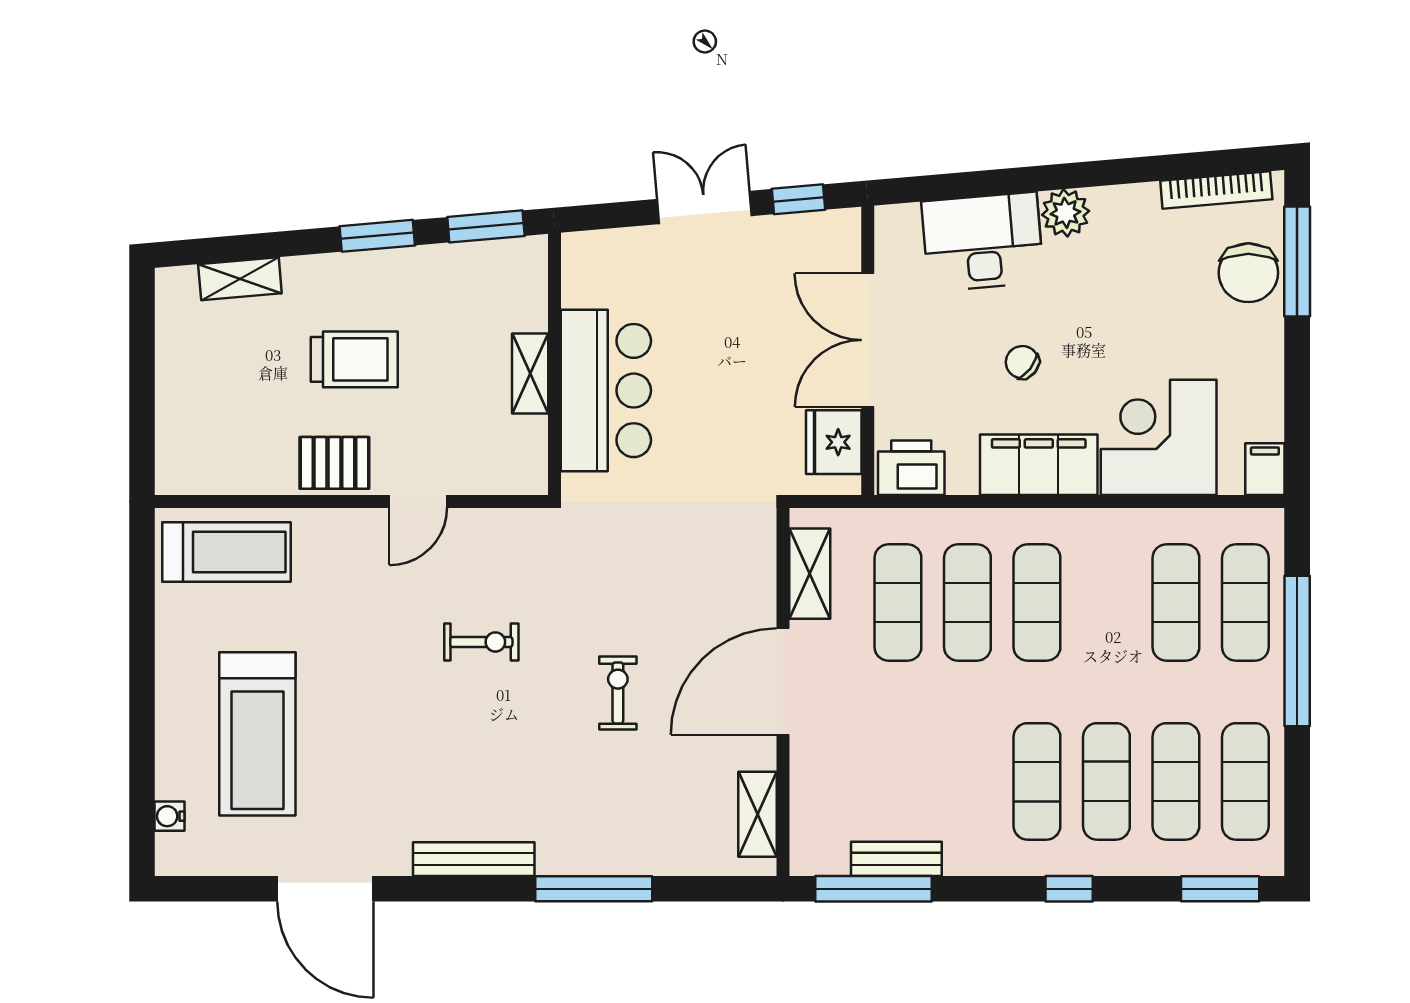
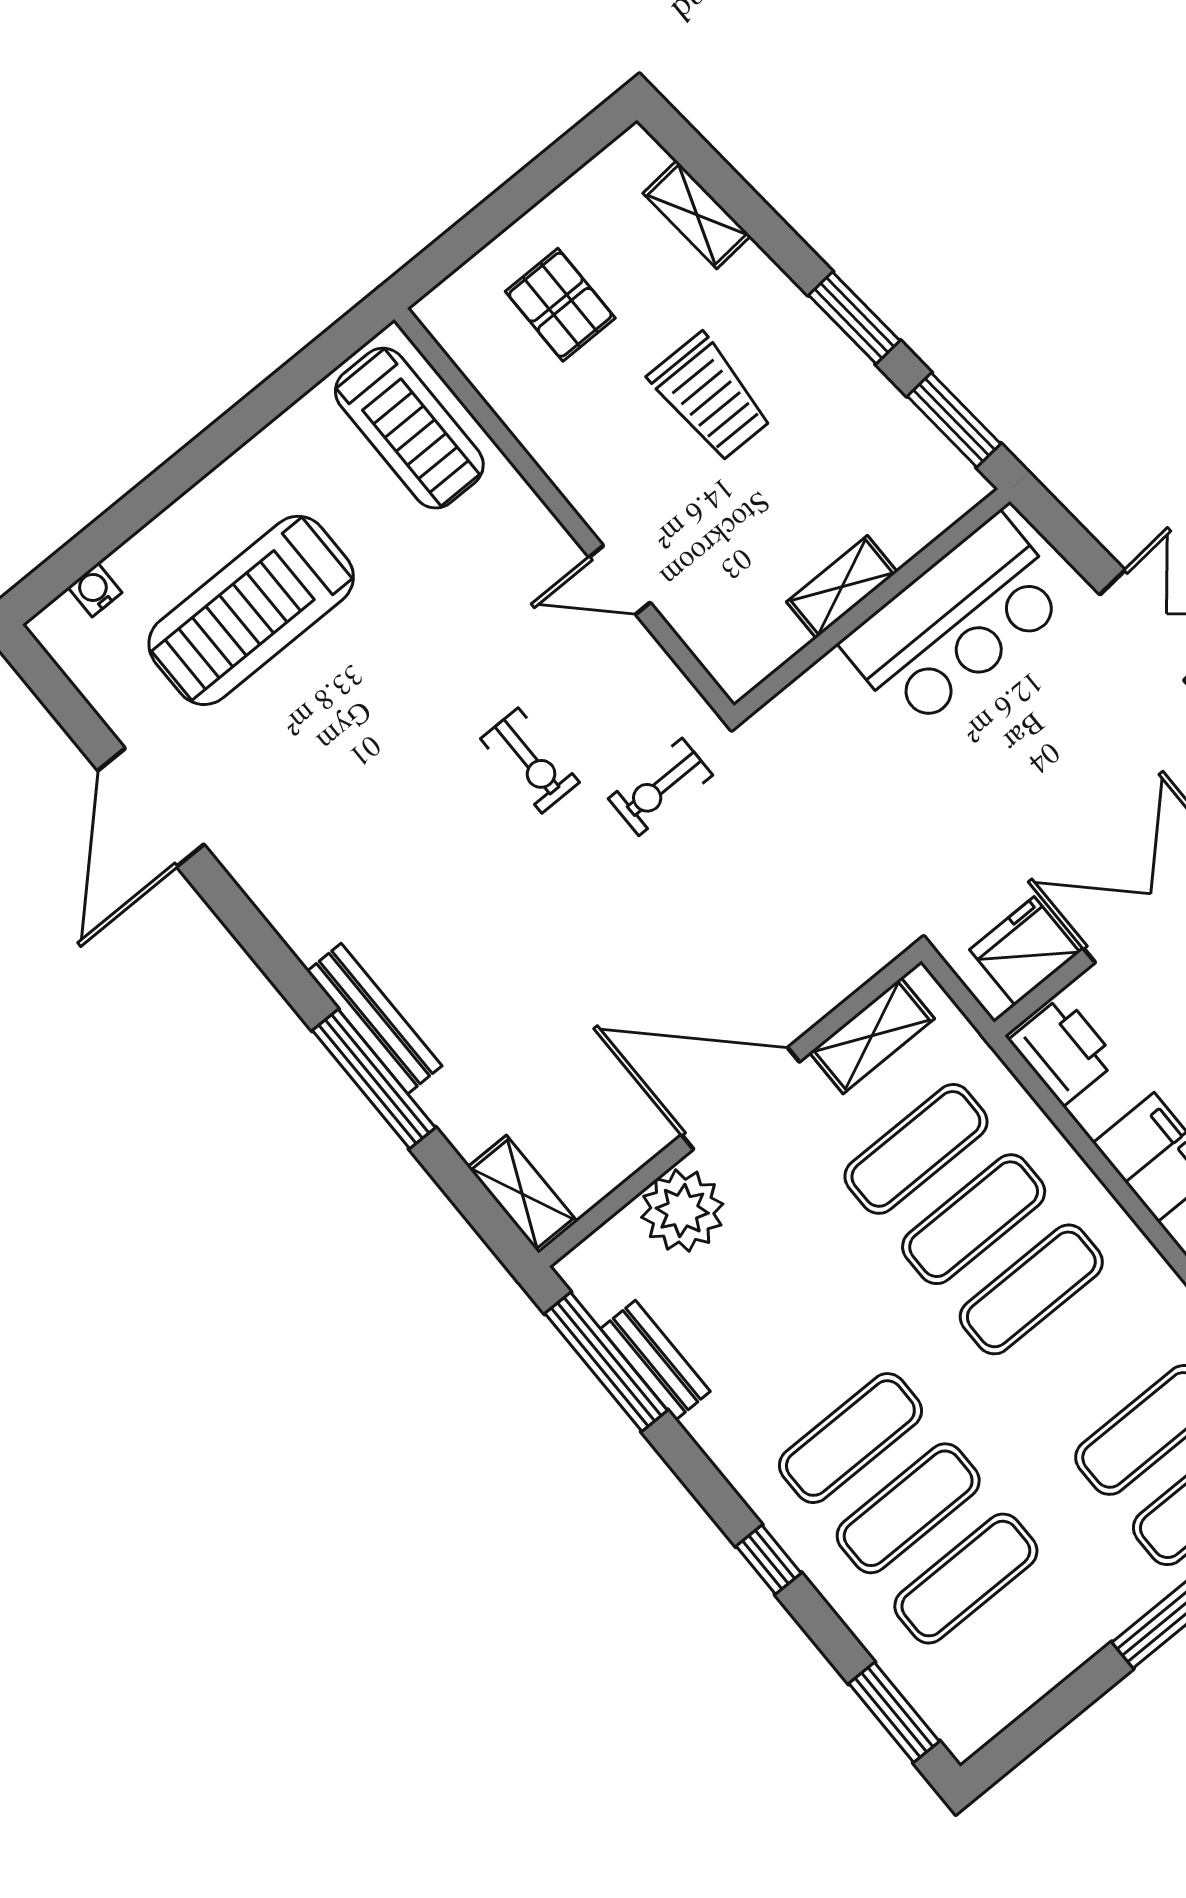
bar counter: (606, 391) -> (956, 622), moved
pallet: (334, 463) -> (560, 305), moved
exercise bike: (618, 693) -> (660, 787), moved, turned 180
plant: (821, 770) -> (682, 1211), added
exercise mat: (1245, 781) -> (1024, 1649), removed
shelving: (758, 814) -> (522, 1194), moved, turned 90
bench: (474, 859) -> (374, 1019), moved

